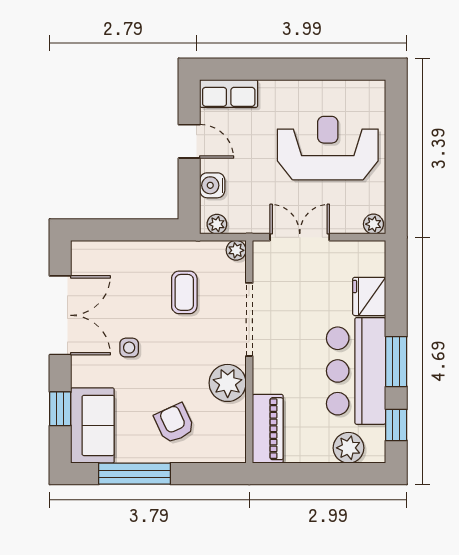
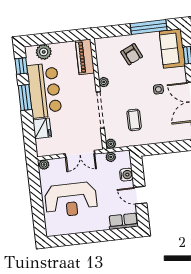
plant: (217, 224) -> (111, 157), moved
plant: (228, 383) -> (104, 82), width x0.53, depth x0.53

